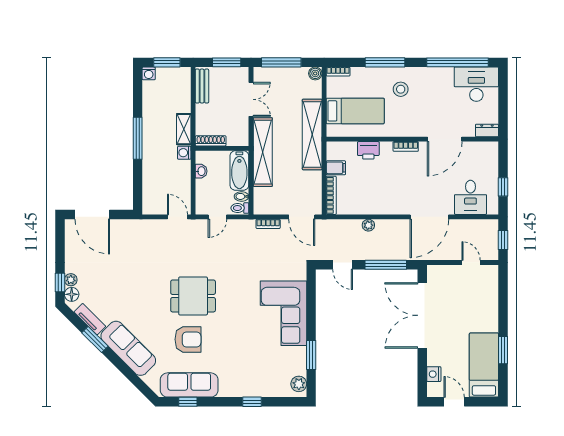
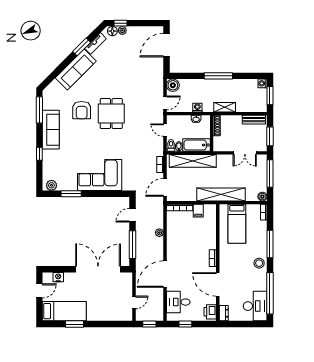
stool: (401, 89) -> (259, 263), moved
printer: (368, 150) -> (210, 312), moved
shelving: (263, 152) -> (193, 161), moved
washing machine: (184, 153) -> (197, 108), moved
boiler: (151, 205) -> (173, 85), added
door: (429, 217) -> (165, 274), hinge flipped
sofa: (189, 385) -> (51, 130), moved
window: (188, 402) -> (39, 110), width x2.17

